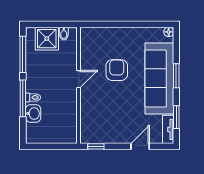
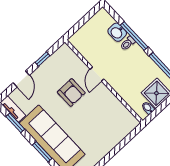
armchair: (117, 70) -> (71, 92), moved
door: (79, 79) -> (97, 74), moved
window: (96, 146) -> (43, 59), moved

